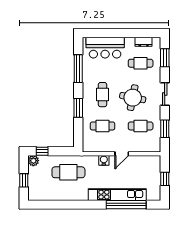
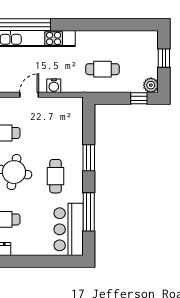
bar counter: (105, 48) -> (69, 229), moved, turned -90
cafe table: (103, 126) -> (56, 133), removed
cafe table: (68, 172) -> (103, 69), width x0.73, depth x0.74

